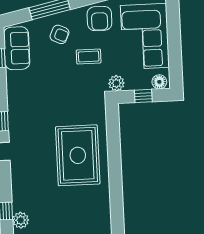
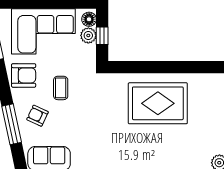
armchair: (60, 34) -> (37, 116), turned -90
plant: (116, 83) -> (88, 35), moved

